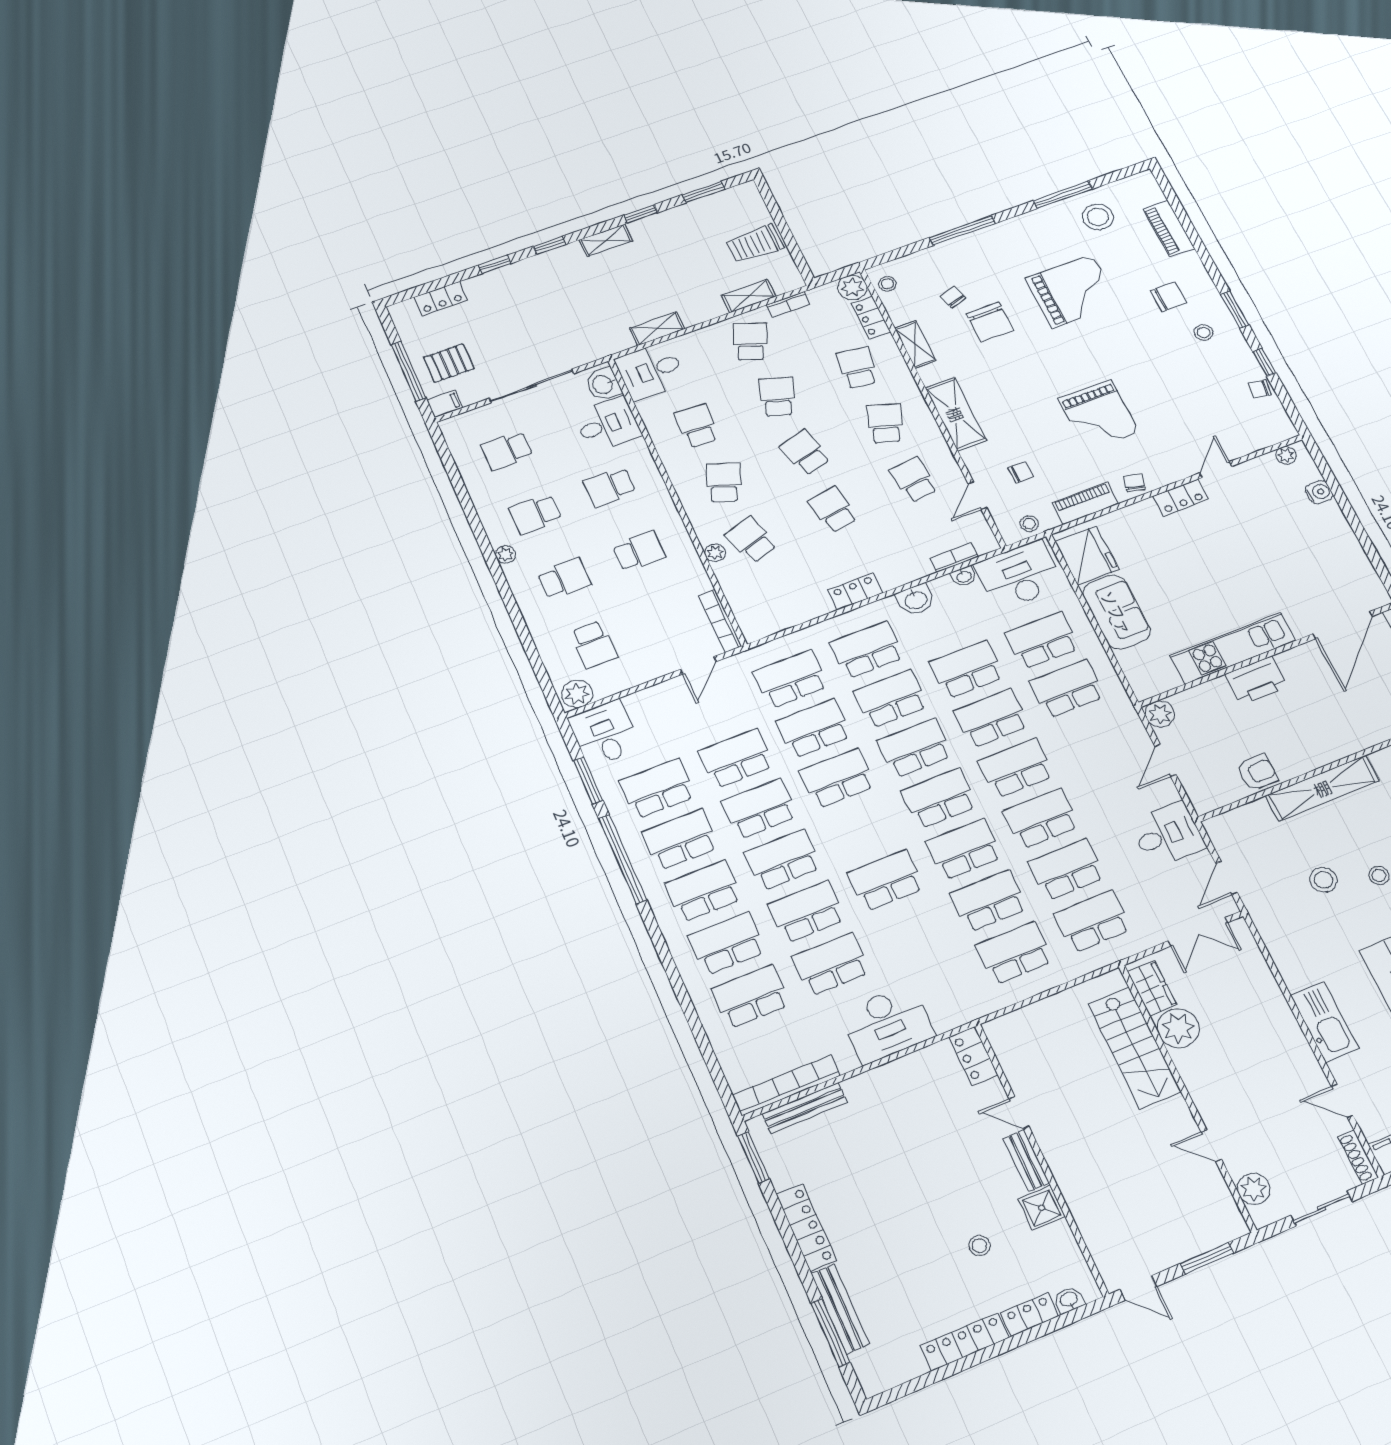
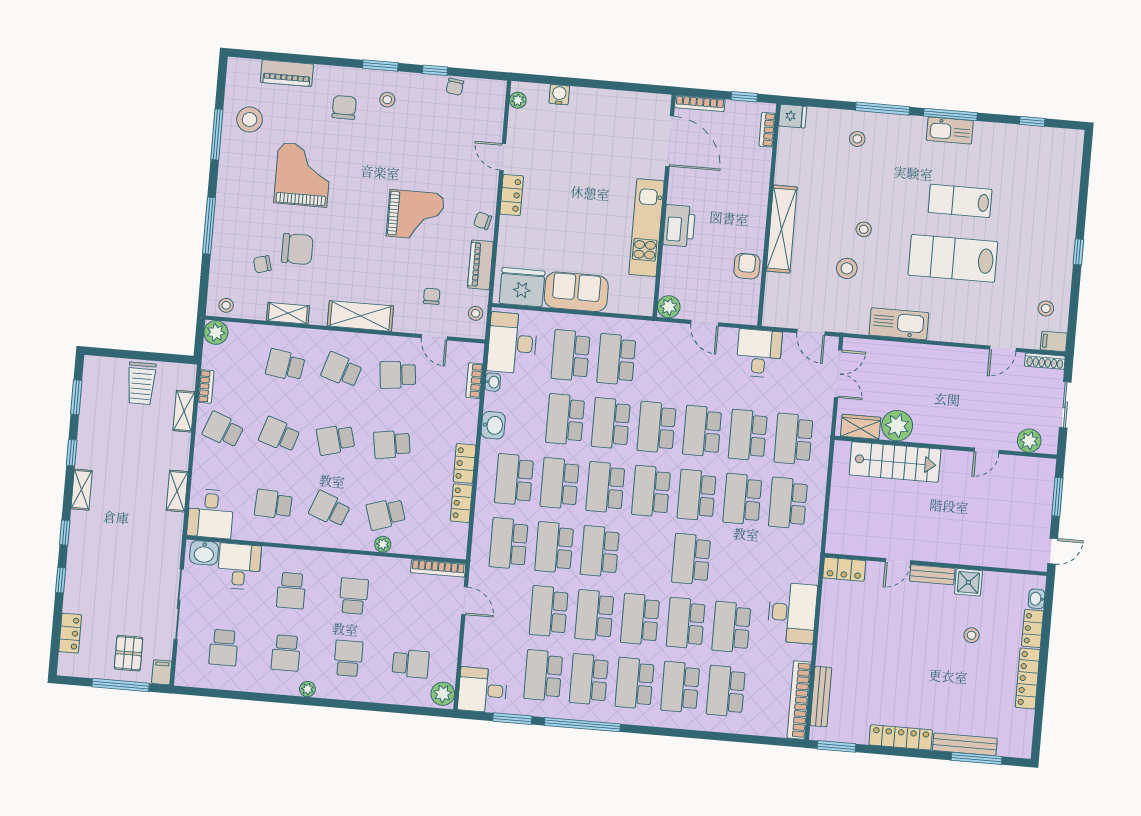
locker: (871, 318) -> (461, 503), moved, turned 90
kitchen sink: (1324, 1022) -> (899, 324), moved

